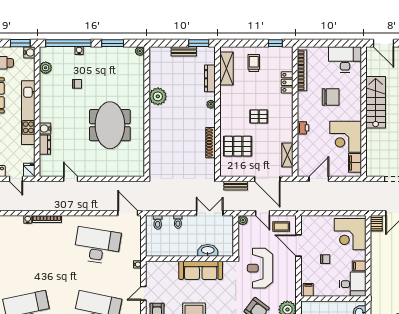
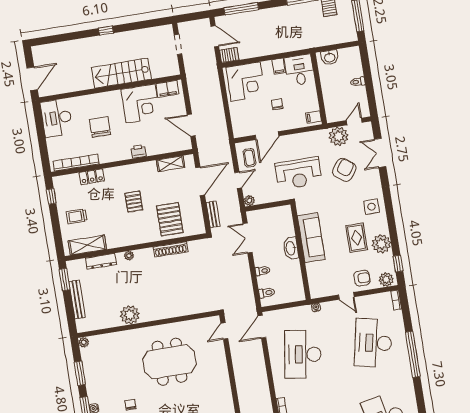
bench: (184, 51) -> (77, 299), width x1.36
stairs: (376, 102) -> (121, 73), moved
door: (71, 179) -> (224, 331), moved
washbasin: (208, 250) -> (291, 248), moved

